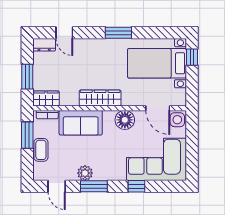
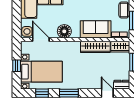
window: (156, 33) -> (42, 93), added
window: (192, 57) -> (17, 66), moved
wardrobe: (100, 98) -> (95, 47), moved

